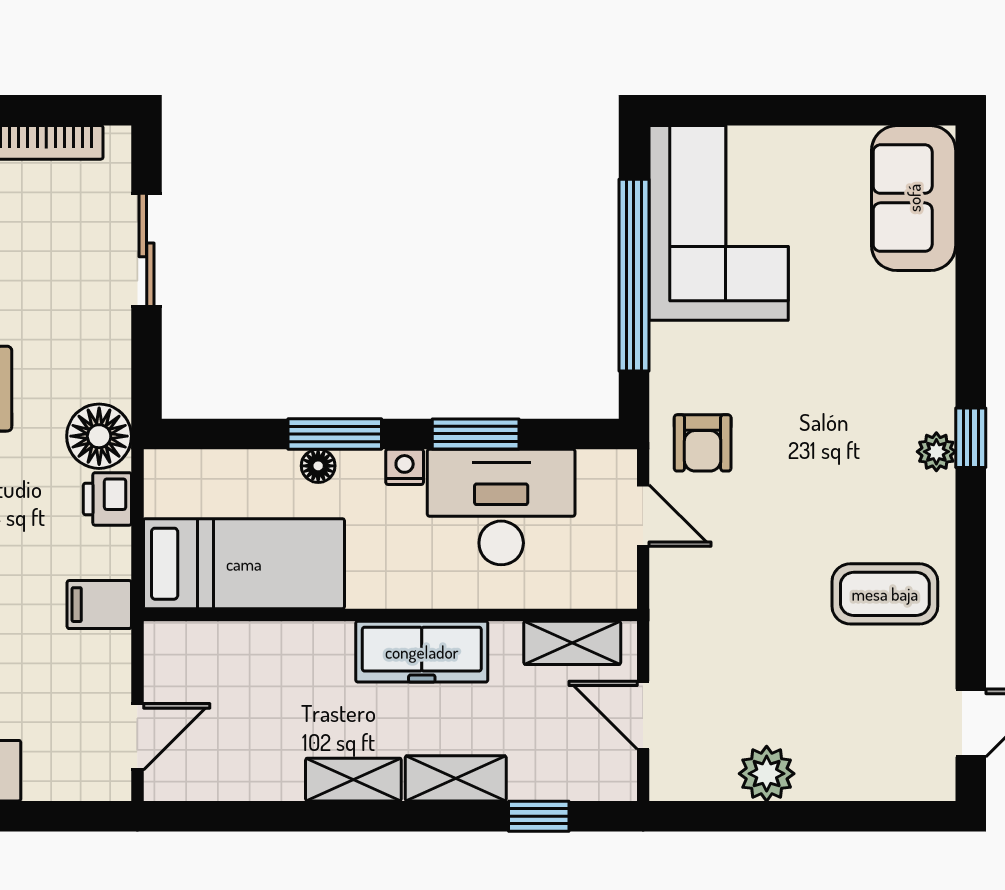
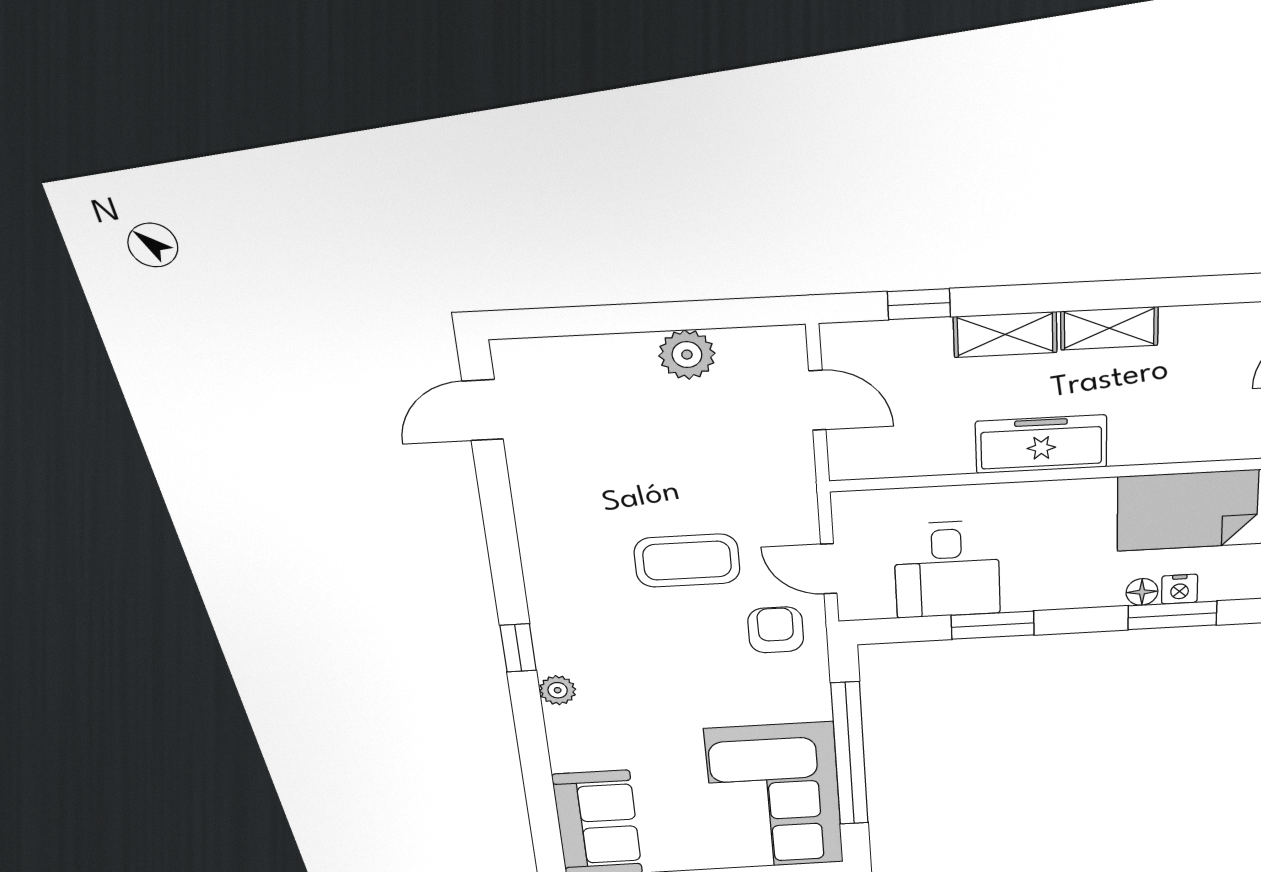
window: (335, 434) -> (1172, 615), moved
plant: (936, 452) -> (558, 690), moved
nightstand: (405, 467) -> (1180, 589), moved
desk: (501, 507) -> (947, 569), width x0.73
coffee table: (885, 594) -> (687, 561), moved
shelving: (572, 643) -> (892, 459), removed

